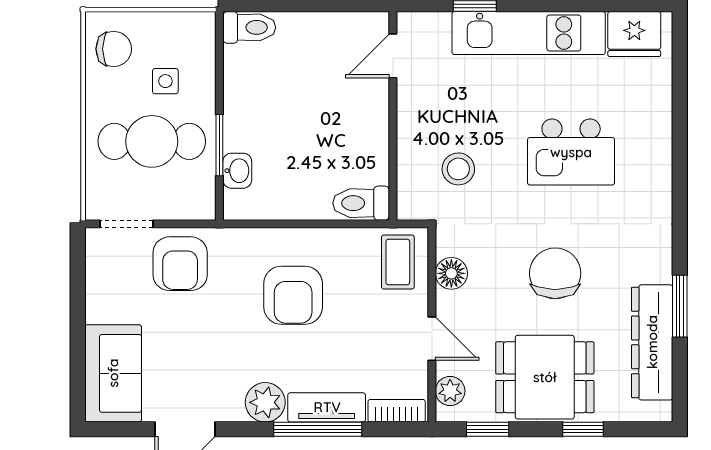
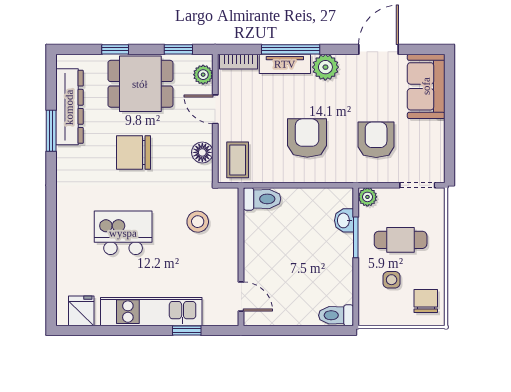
fridge: (634, 34) -> (81, 311), width x0.72
chair: (114, 49) -> (426, 301), turned 90
door: (393, 56) -> (241, 296), hinge flipped
cafe table: (152, 141) -> (401, 240), width x0.73, depth x0.74
plant: (202, 206) -> (367, 197), added
armchair: (180, 264) -> (376, 140), moved
chair: (555, 273) -> (134, 153), turned 90

